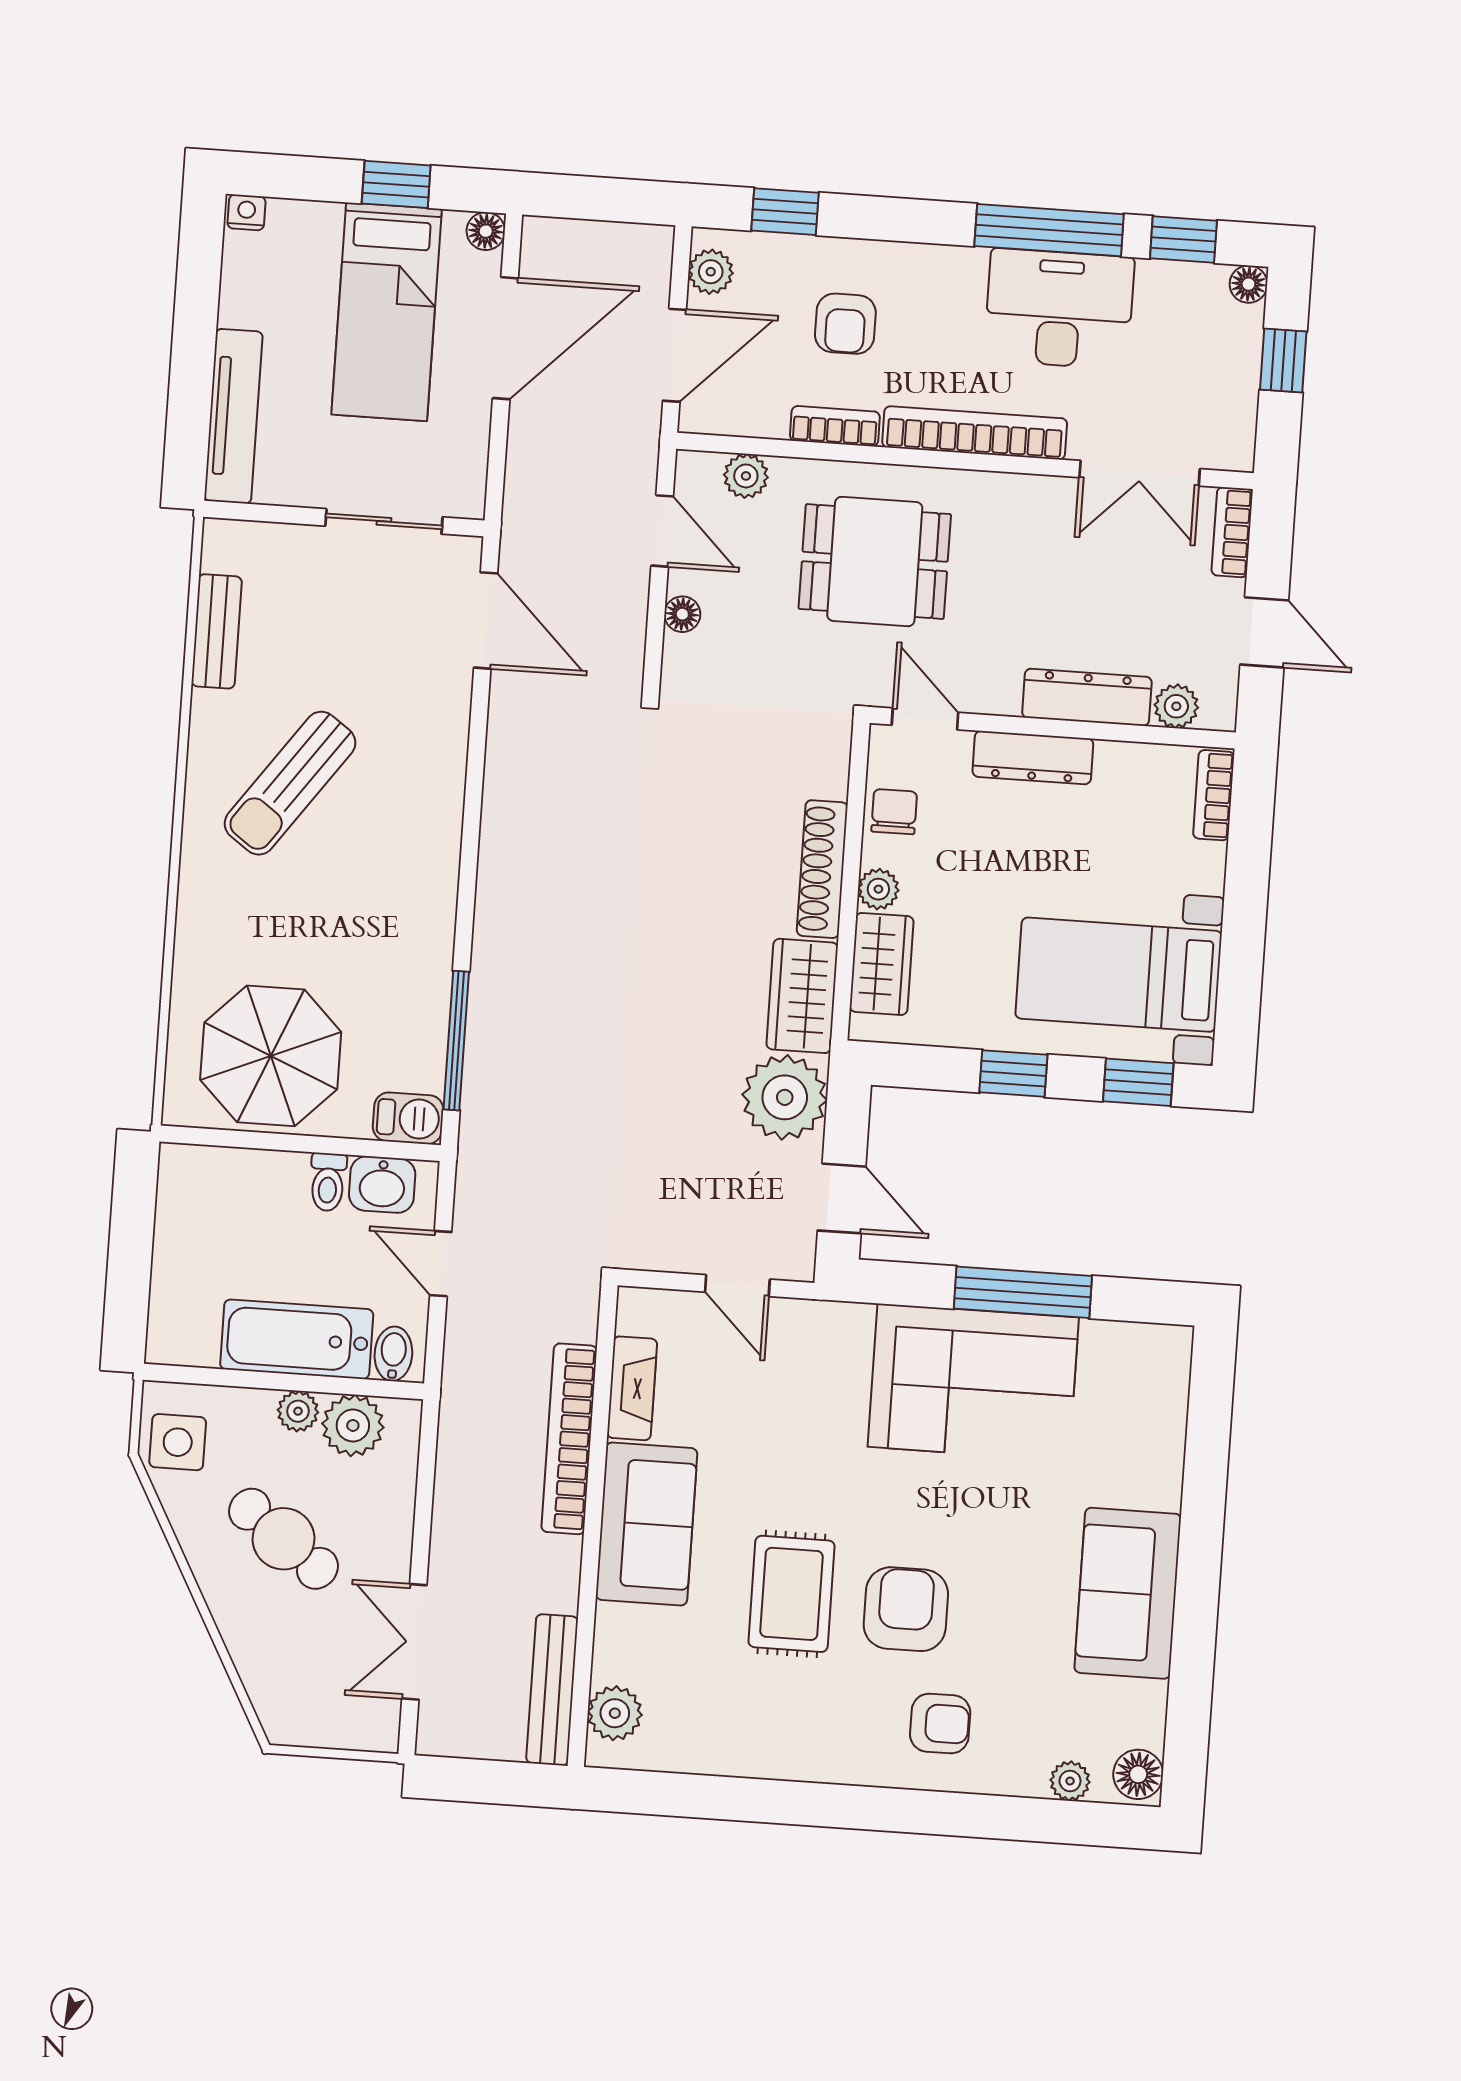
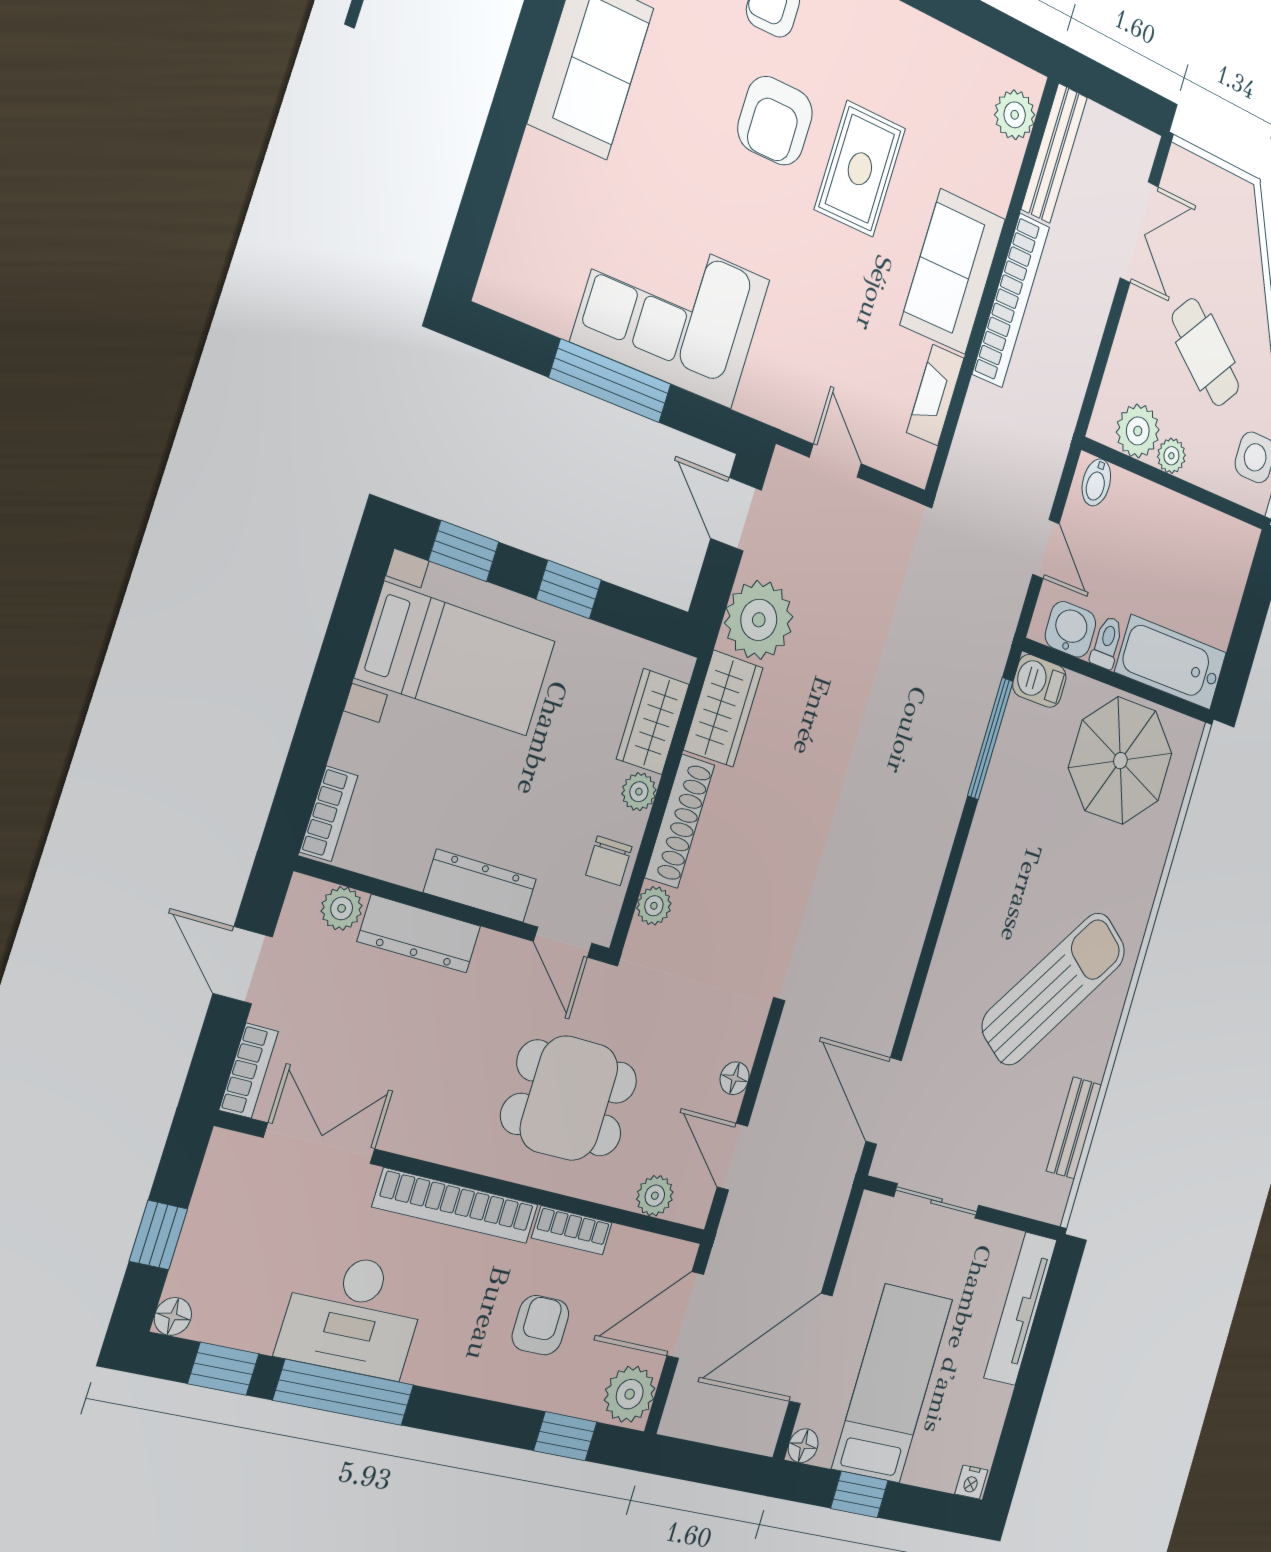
plant: (711, 272) -> (630, 1394), width x1.38, depth x1.38
plant: (829, 776) -> (654, 906), added
sun lounger: (290, 783) -> (1054, 989), width x1.36, depth x1.34
bathtub: (297, 1339) -> (1171, 662), moved, turned 180
bookcase: (569, 1439) -> (1011, 300), moved

